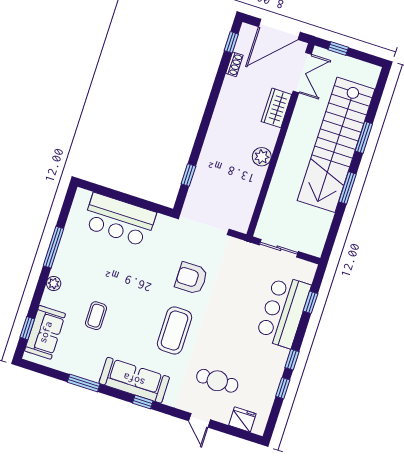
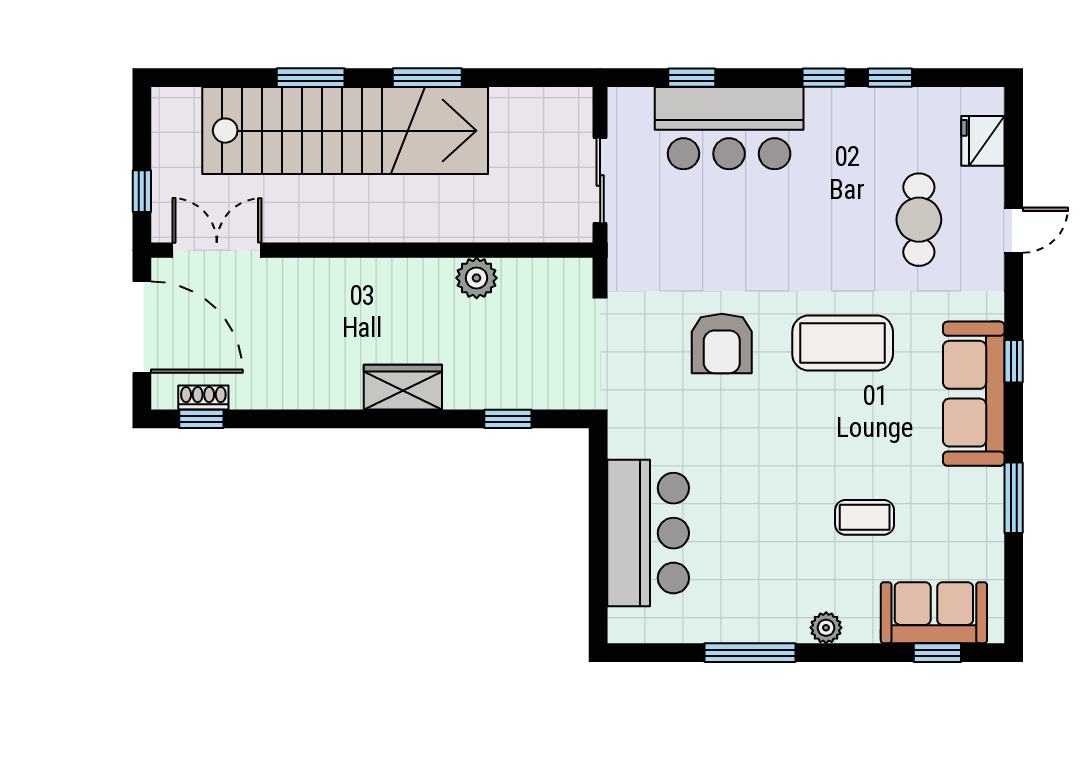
shoe rack: (234, 64) -> (203, 397), moved
wardrobe: (276, 108) -> (403, 387), moved, turned 180
plant: (262, 157) -> (477, 278), moved

